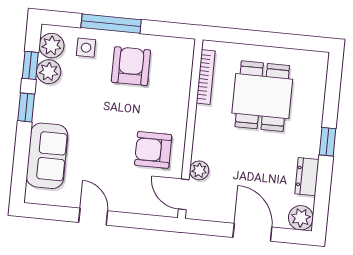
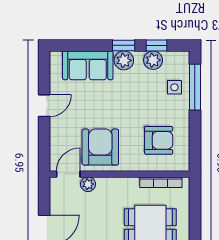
window: (111, 24) -> (195, 87), moved
plant: (52, 46) -> (124, 60), moved
armchair: (131, 66) -> (159, 140), moved
armchair: (153, 150) -> (100, 147), width x1.36, depth x1.36

